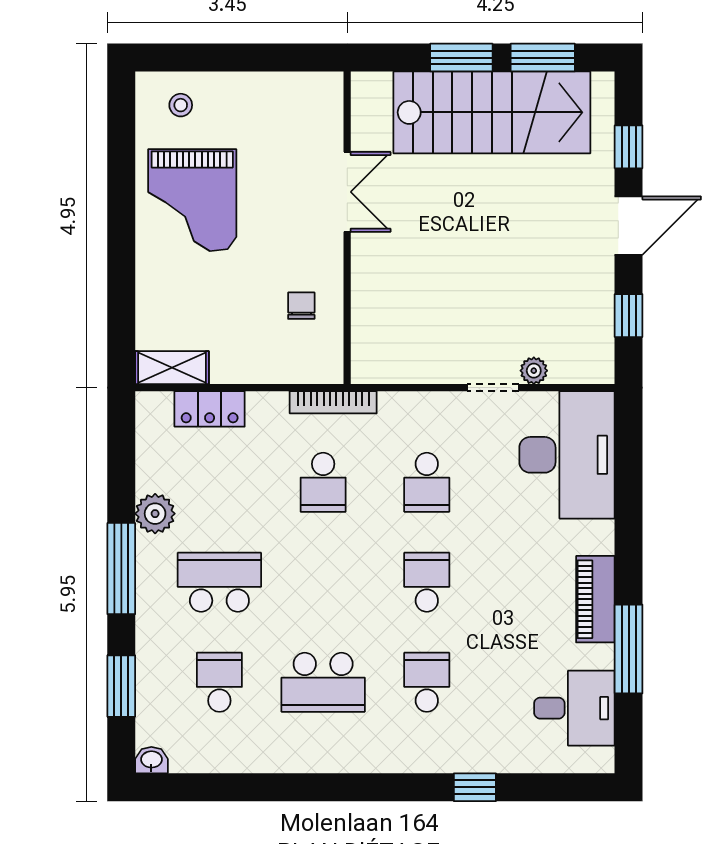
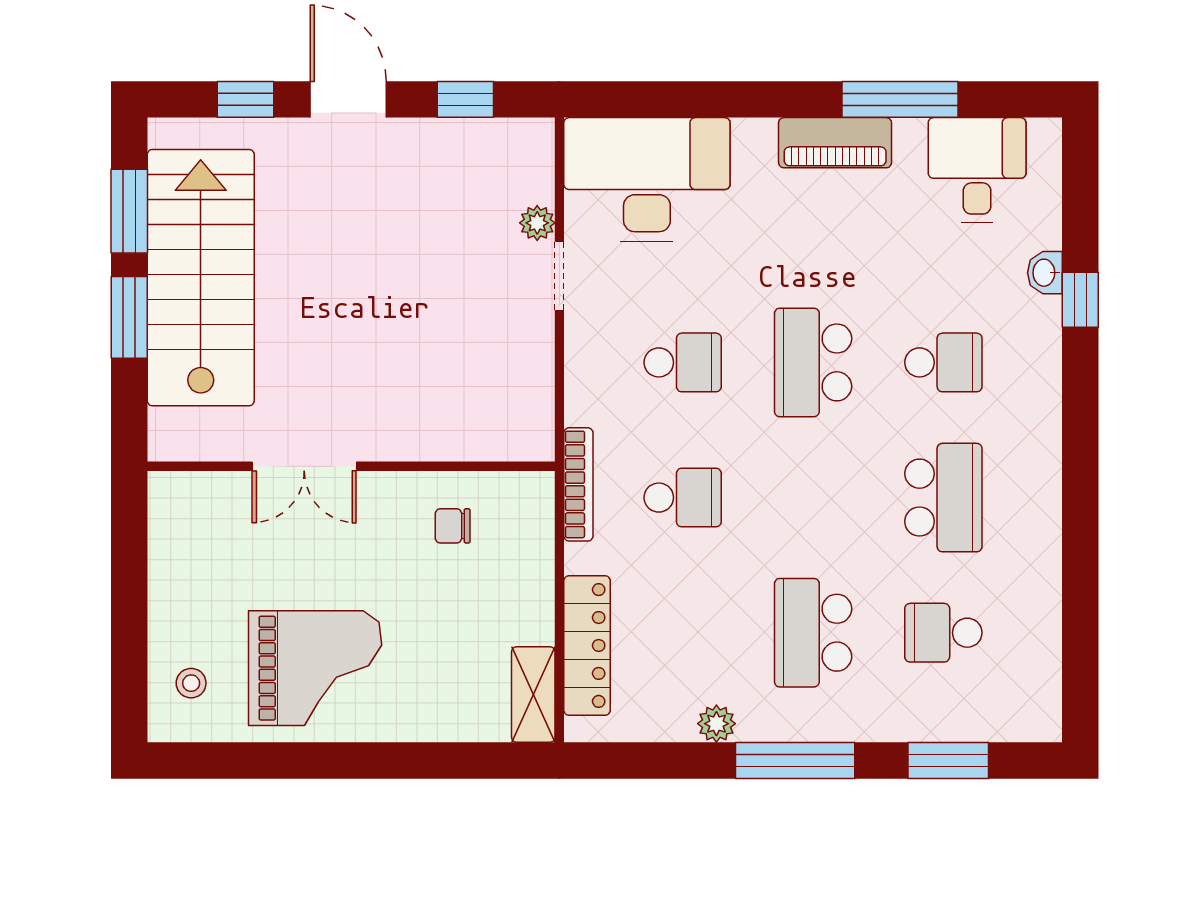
double door: (347, 192) -> (304, 466), swing flipped
locker: (210, 409) -> (587, 645), width x1.53
plant: (155, 514) -> (716, 724), width x0.73, depth x0.73
school desk: (427, 582) -> (813, 362), width x1.85
school desk: (427, 682) -> (943, 362), turned 180
washbasin: (151, 760) -> (1045, 273), moved

